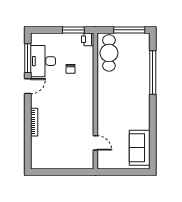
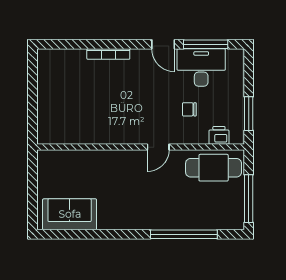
printer: (88, 39) -> (219, 135), moved
door: (95, 143) -> (158, 147), moved

